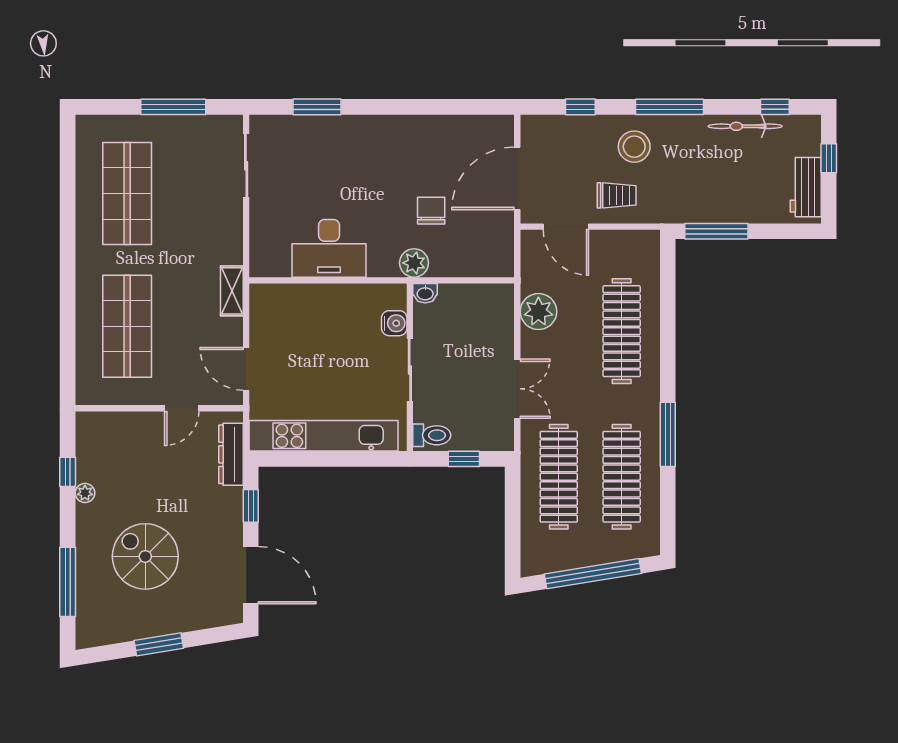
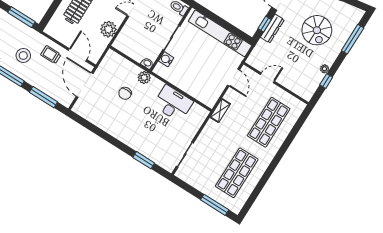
window: (173, 107) -> (215, 205), moved
window: (580, 107) -> (43, 97), width x2.17
stool: (634, 147) -> (23, 55), moved
door: (517, 178) -> (85, 85), swing flipped
dresser: (231, 454) -> (272, 29), moved

